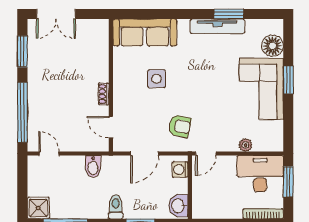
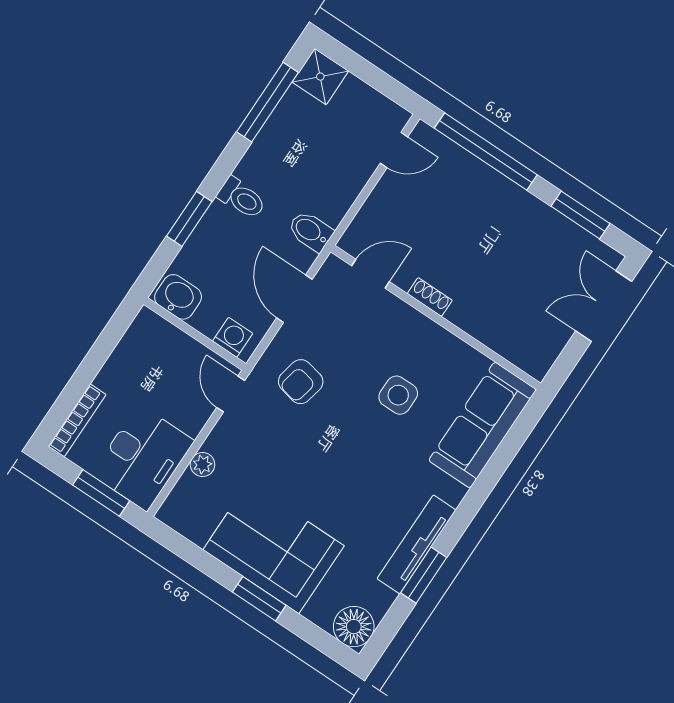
floor lamp: (272, 46) -> (354, 627), moved
bidet: (93, 166) -> (310, 231), moved

